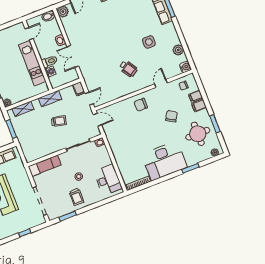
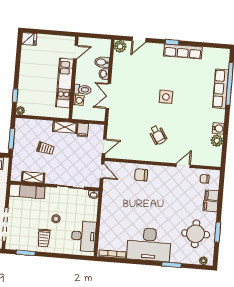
bidet: (48, 16) -> (102, 62), moved
side table: (149, 42) -> (166, 97), moved
water cooler: (185, 67) -> (218, 128), moved
filing cabinet: (79, 89) -> (83, 130), moved
chair: (141, 105) -> (141, 175), moved
shelving: (23, 109) -> (33, 177), moved
chair: (171, 116) -> (178, 204), removed
trolley: (59, 121) -> (46, 148), moved

